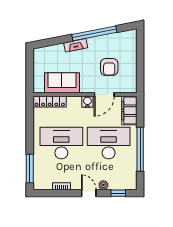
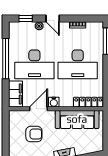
armchair: (109, 67) -> (34, 134), turned 90
sofa: (62, 83) -> (77, 119), width x1.36

